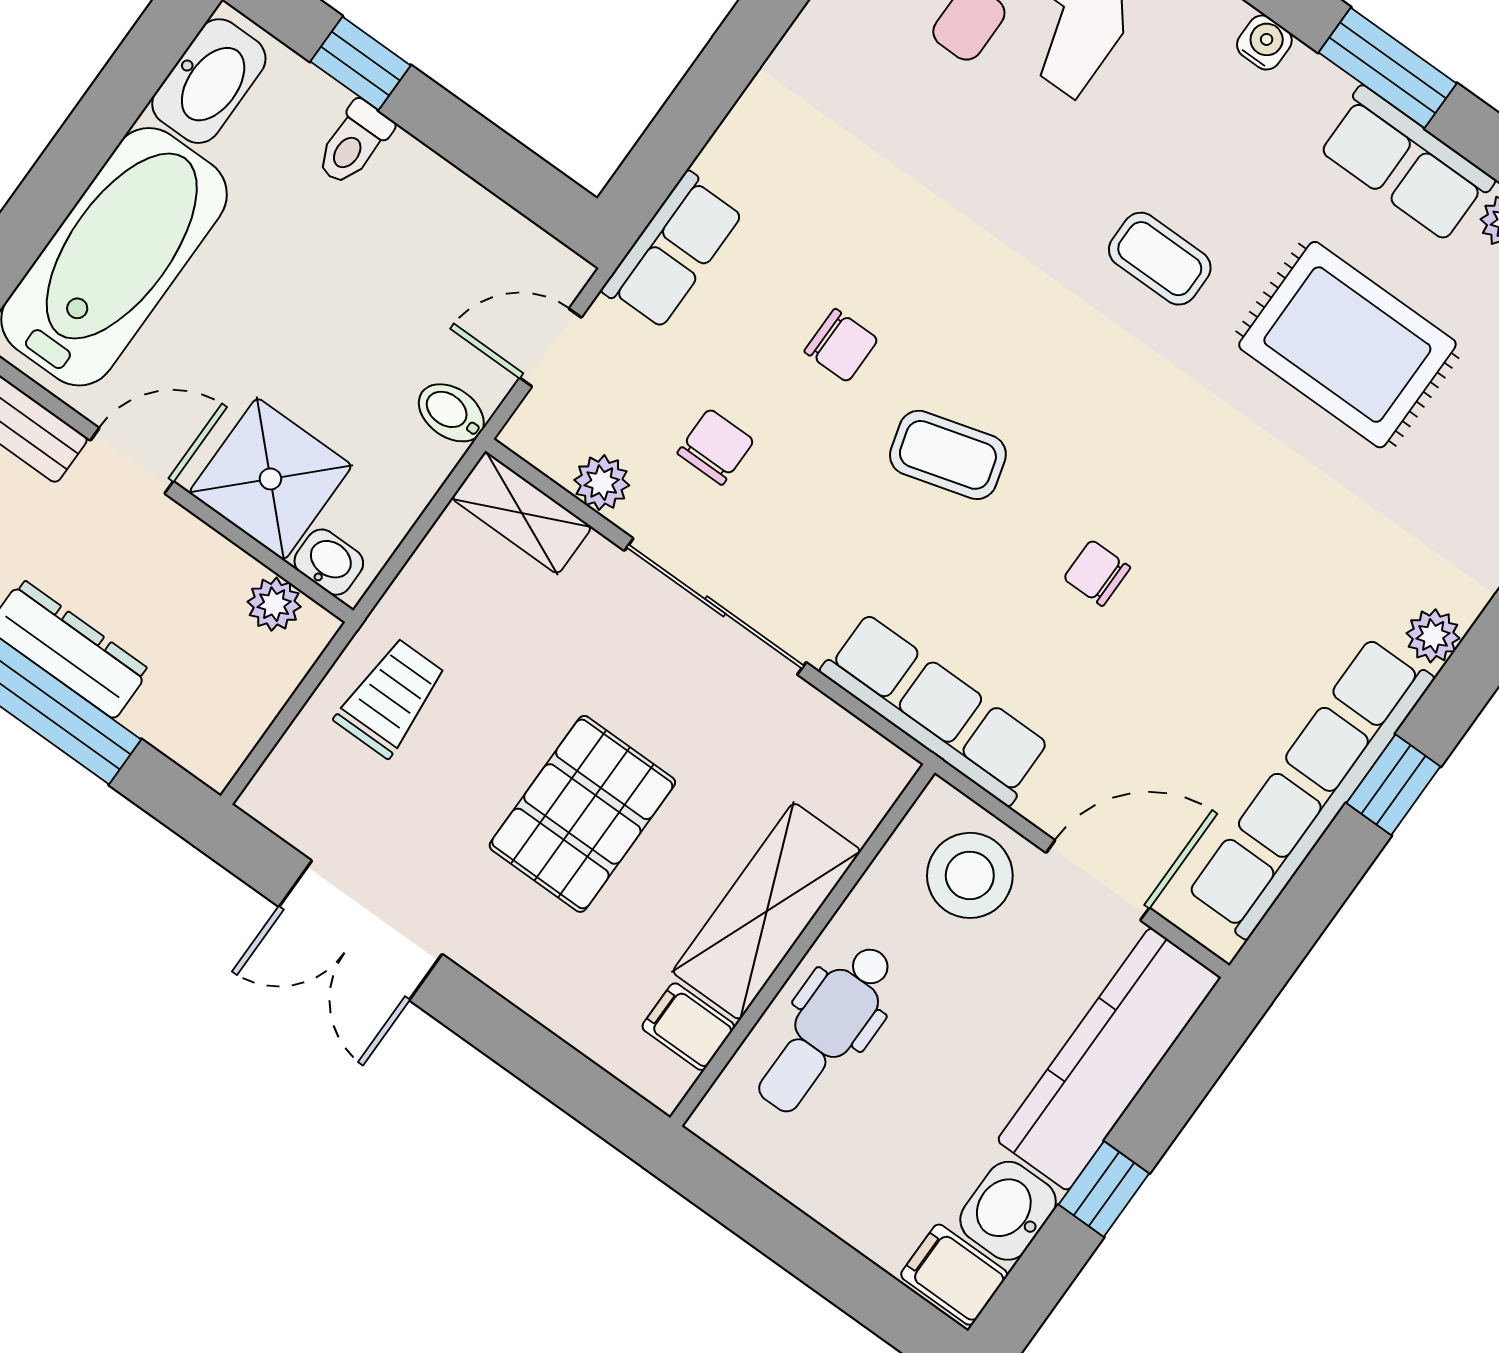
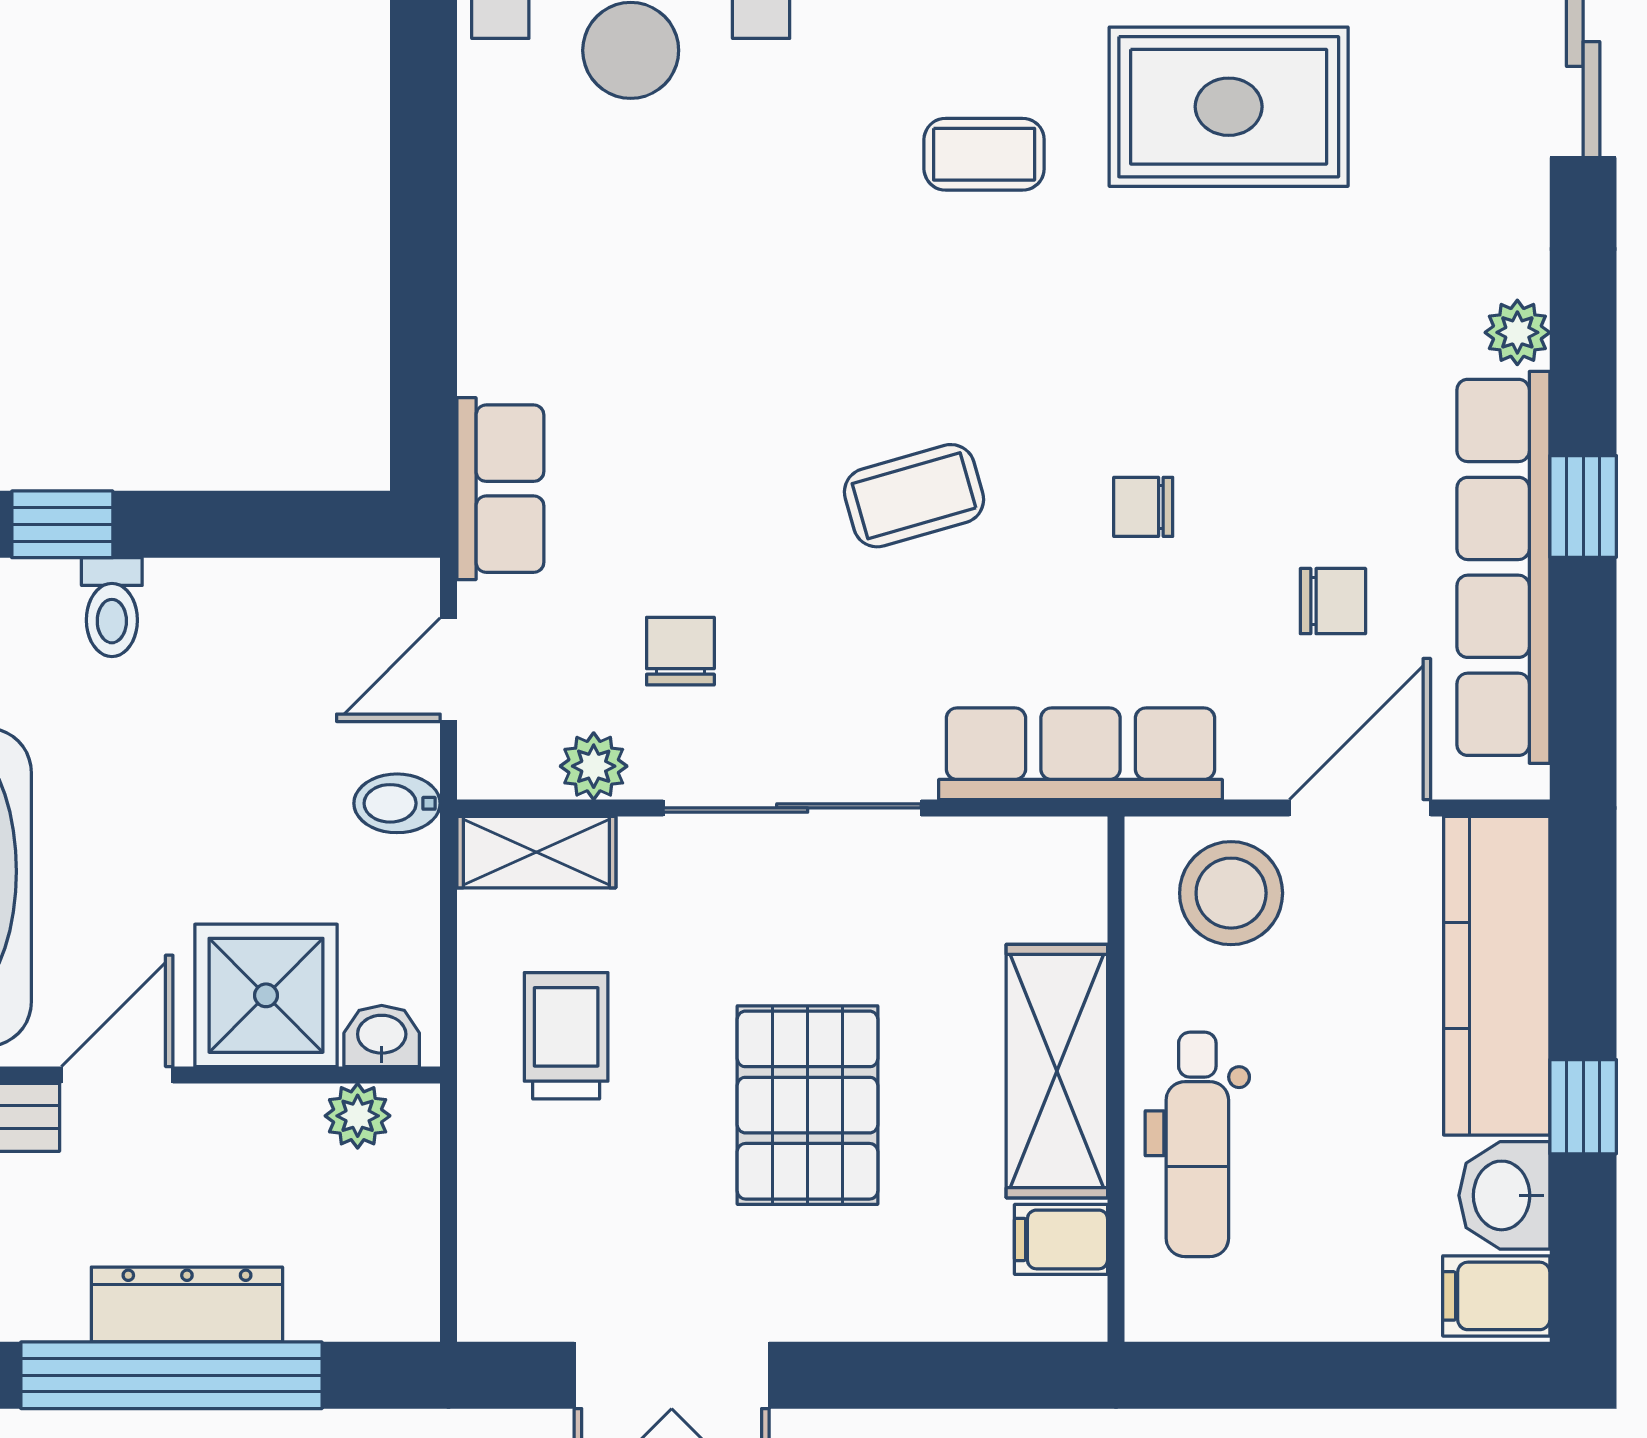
chair: (841, 345) -> (1333, 601), moved
trolley: (391, 698) -> (566, 1036), moved

